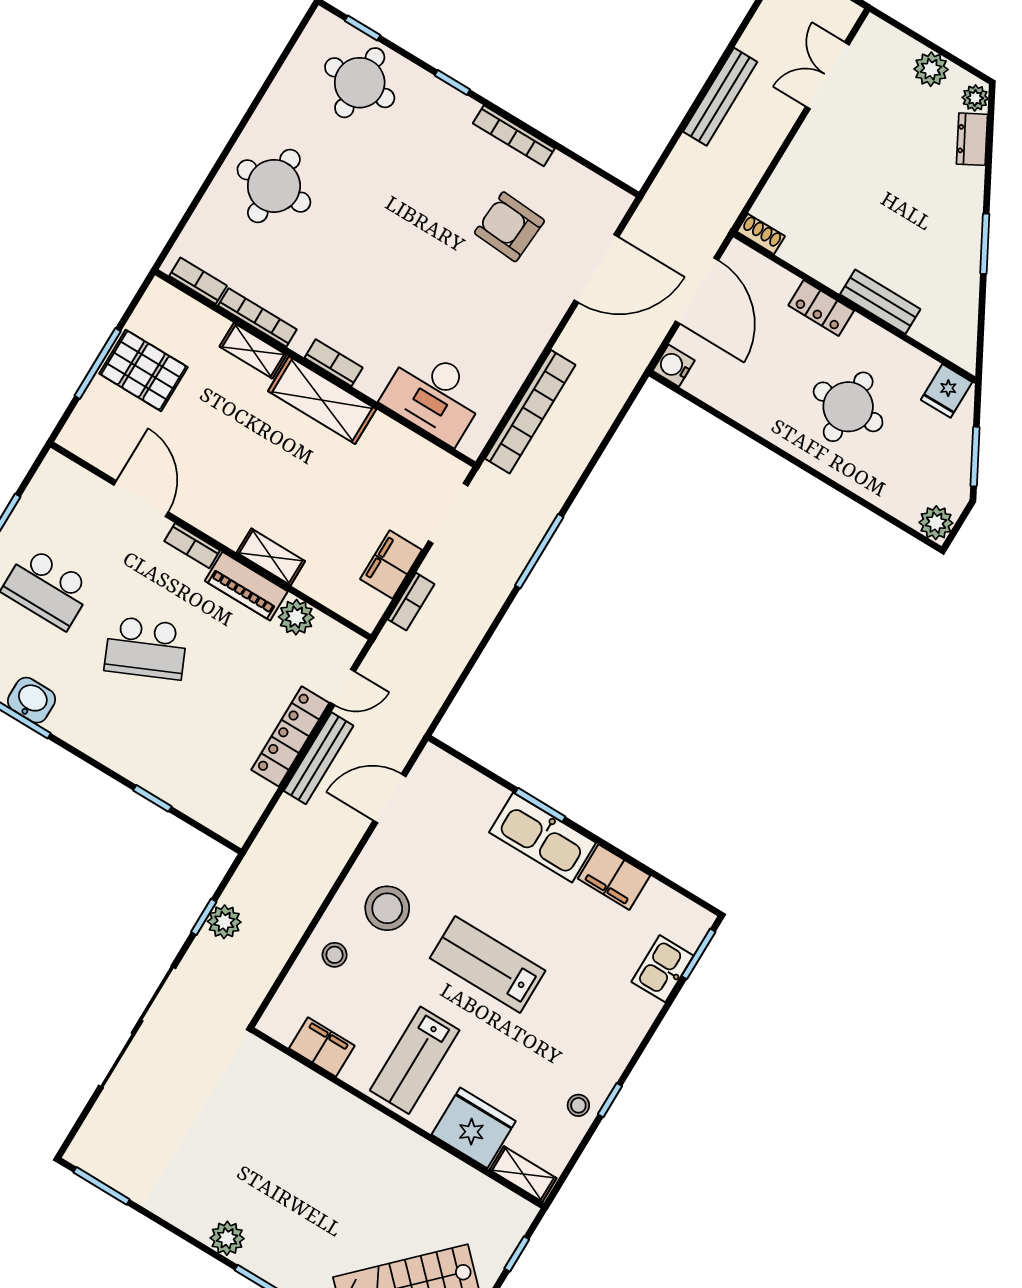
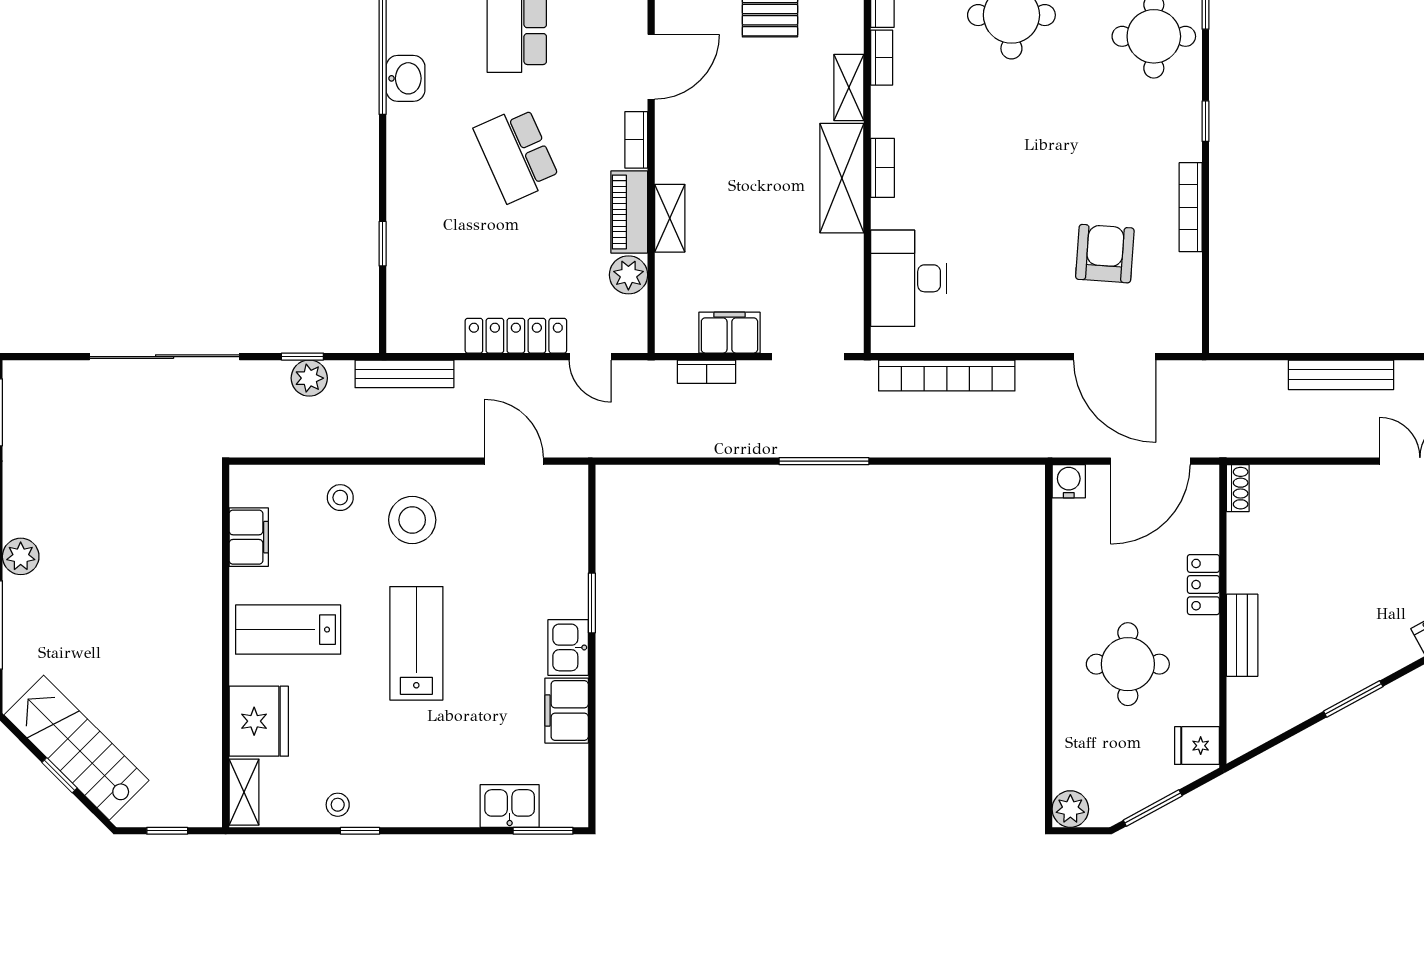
bookcase: (257, 318) -> (882, 58), width x0.64
bench: (319, 758) -> (404, 374), moved
kitchen sink: (543, 838) -> (568, 647), width x0.53, depth x0.81

